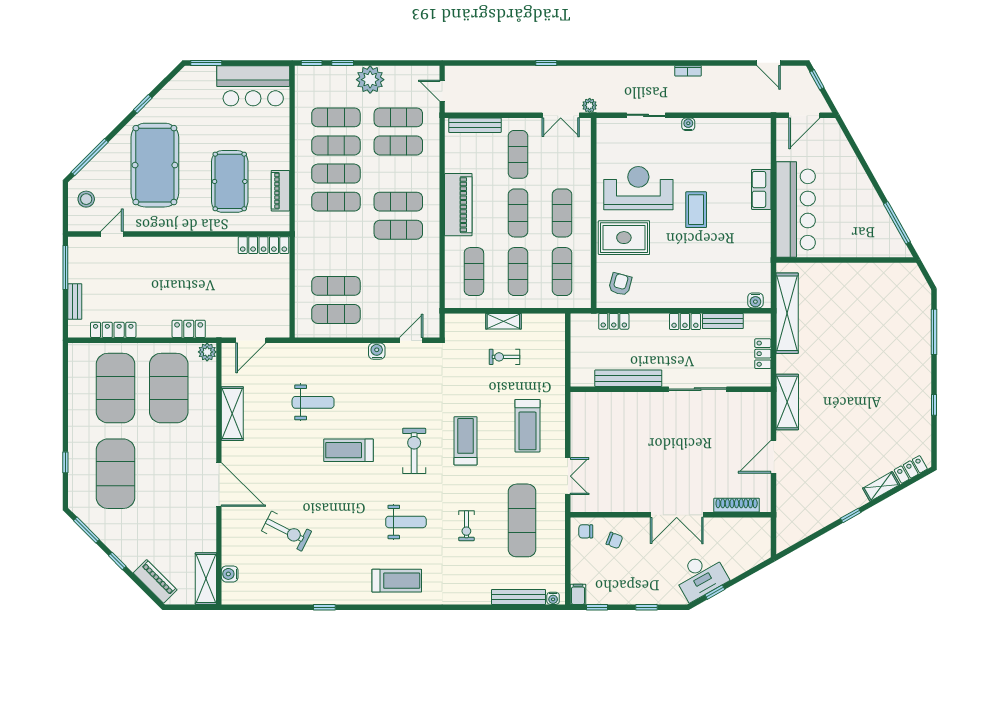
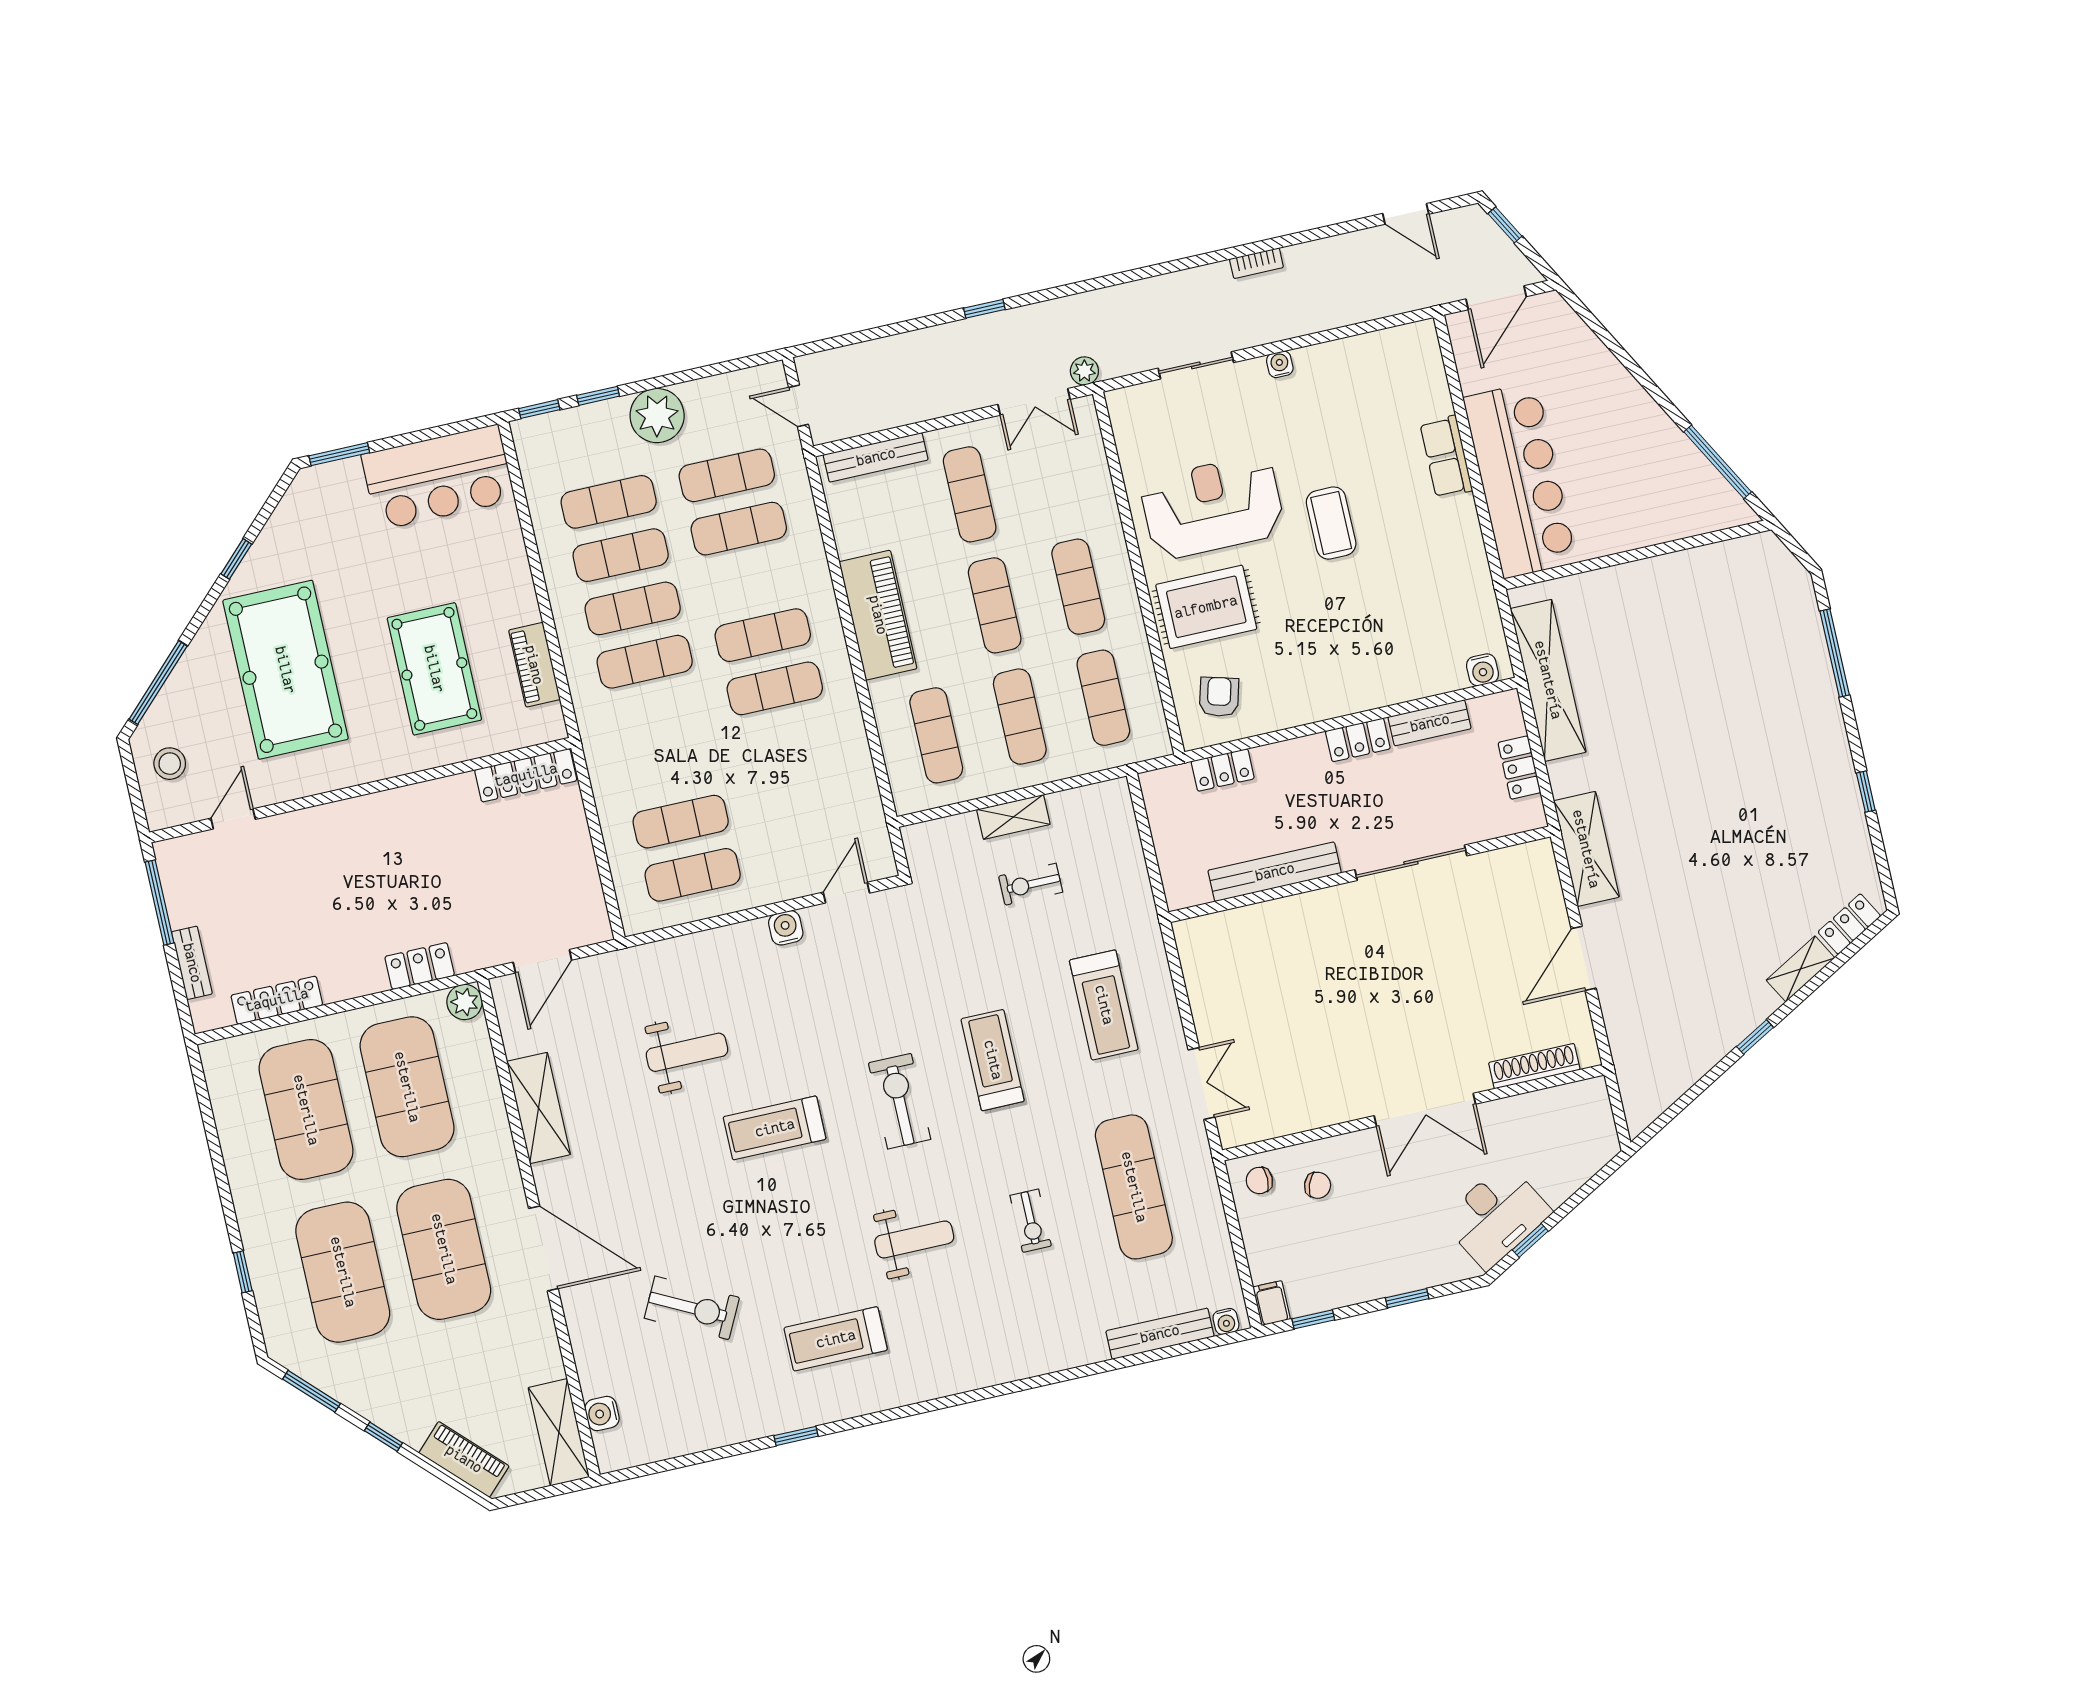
exercise mat: (169, 474) -> (444, 1249), added
treadmill: (397, 581) -> (836, 1339), moved, turned 180

